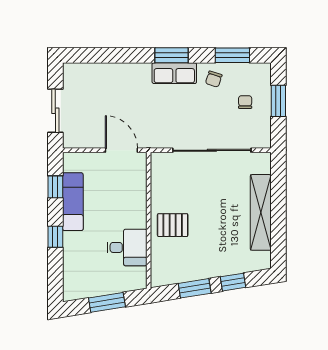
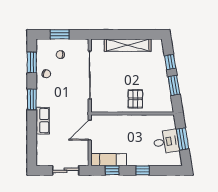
row of seats: (174, 73) -> (43, 121), moved
exam couch: (73, 202) -> (109, 160), moved
desk: (127, 247) -> (166, 142), moved, turned 81

